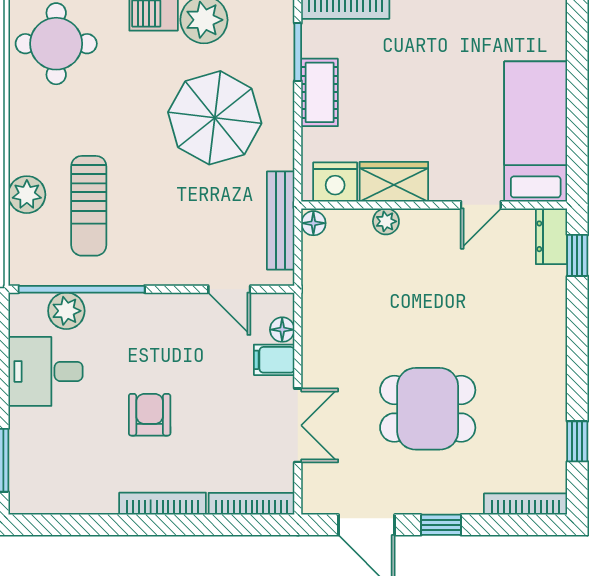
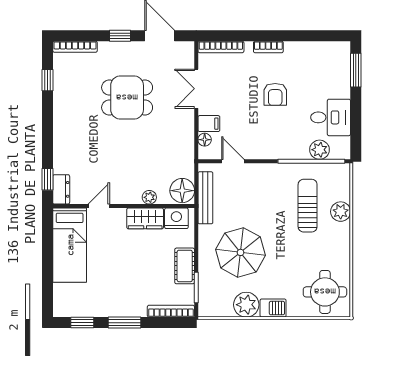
floor lamp: (313, 223) -> (182, 191), width x1.89, depth x1.89
bookcase: (163, 504) -> (268, 47), width x0.64

